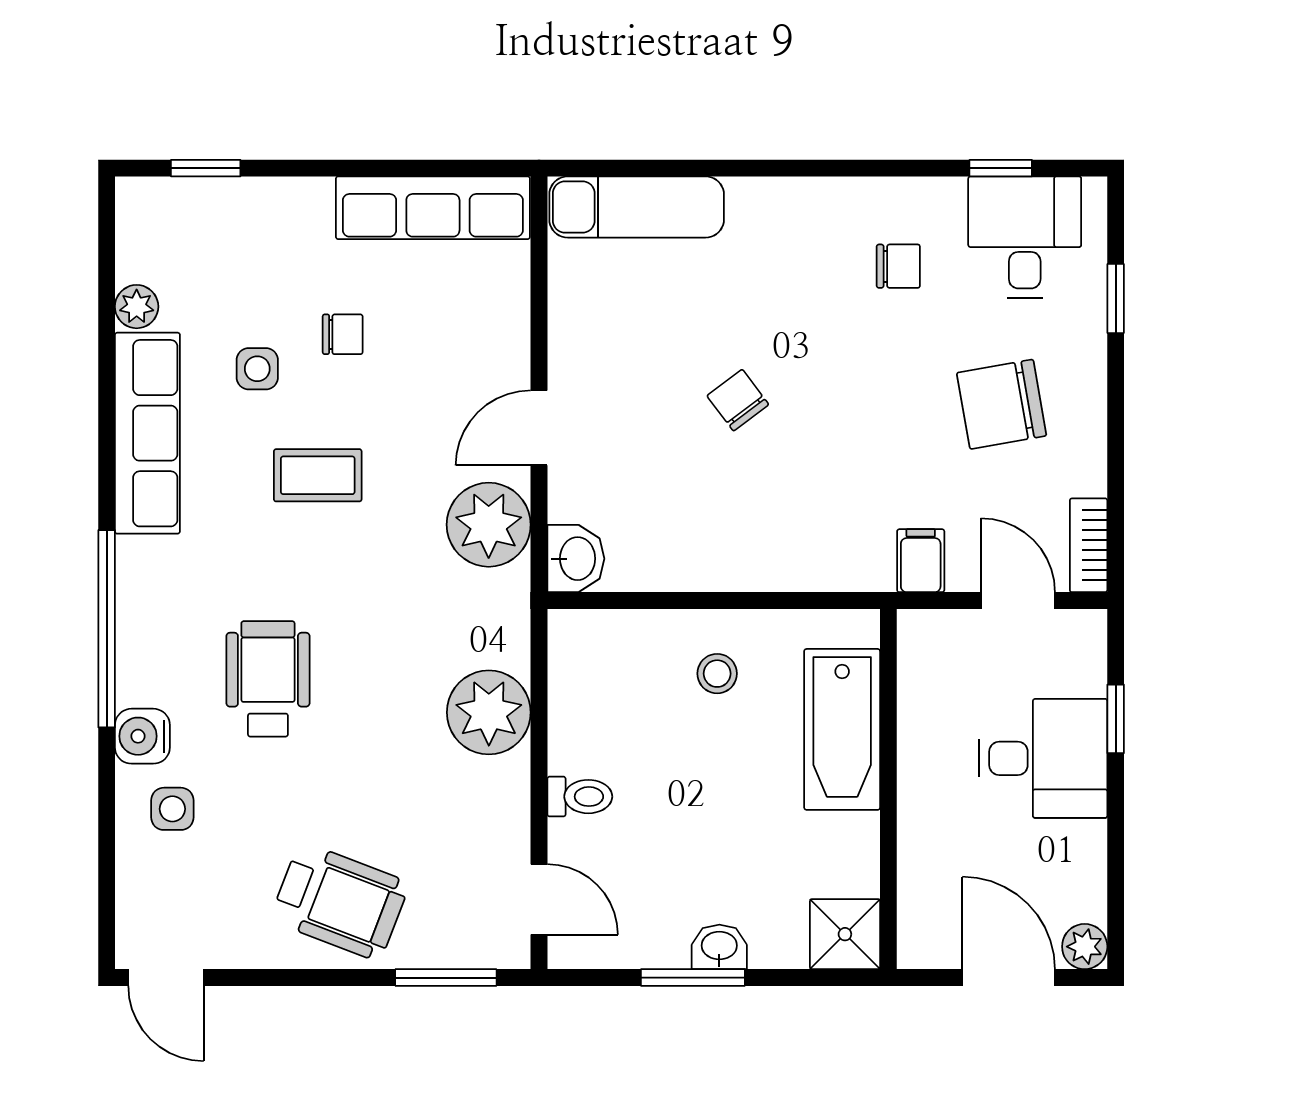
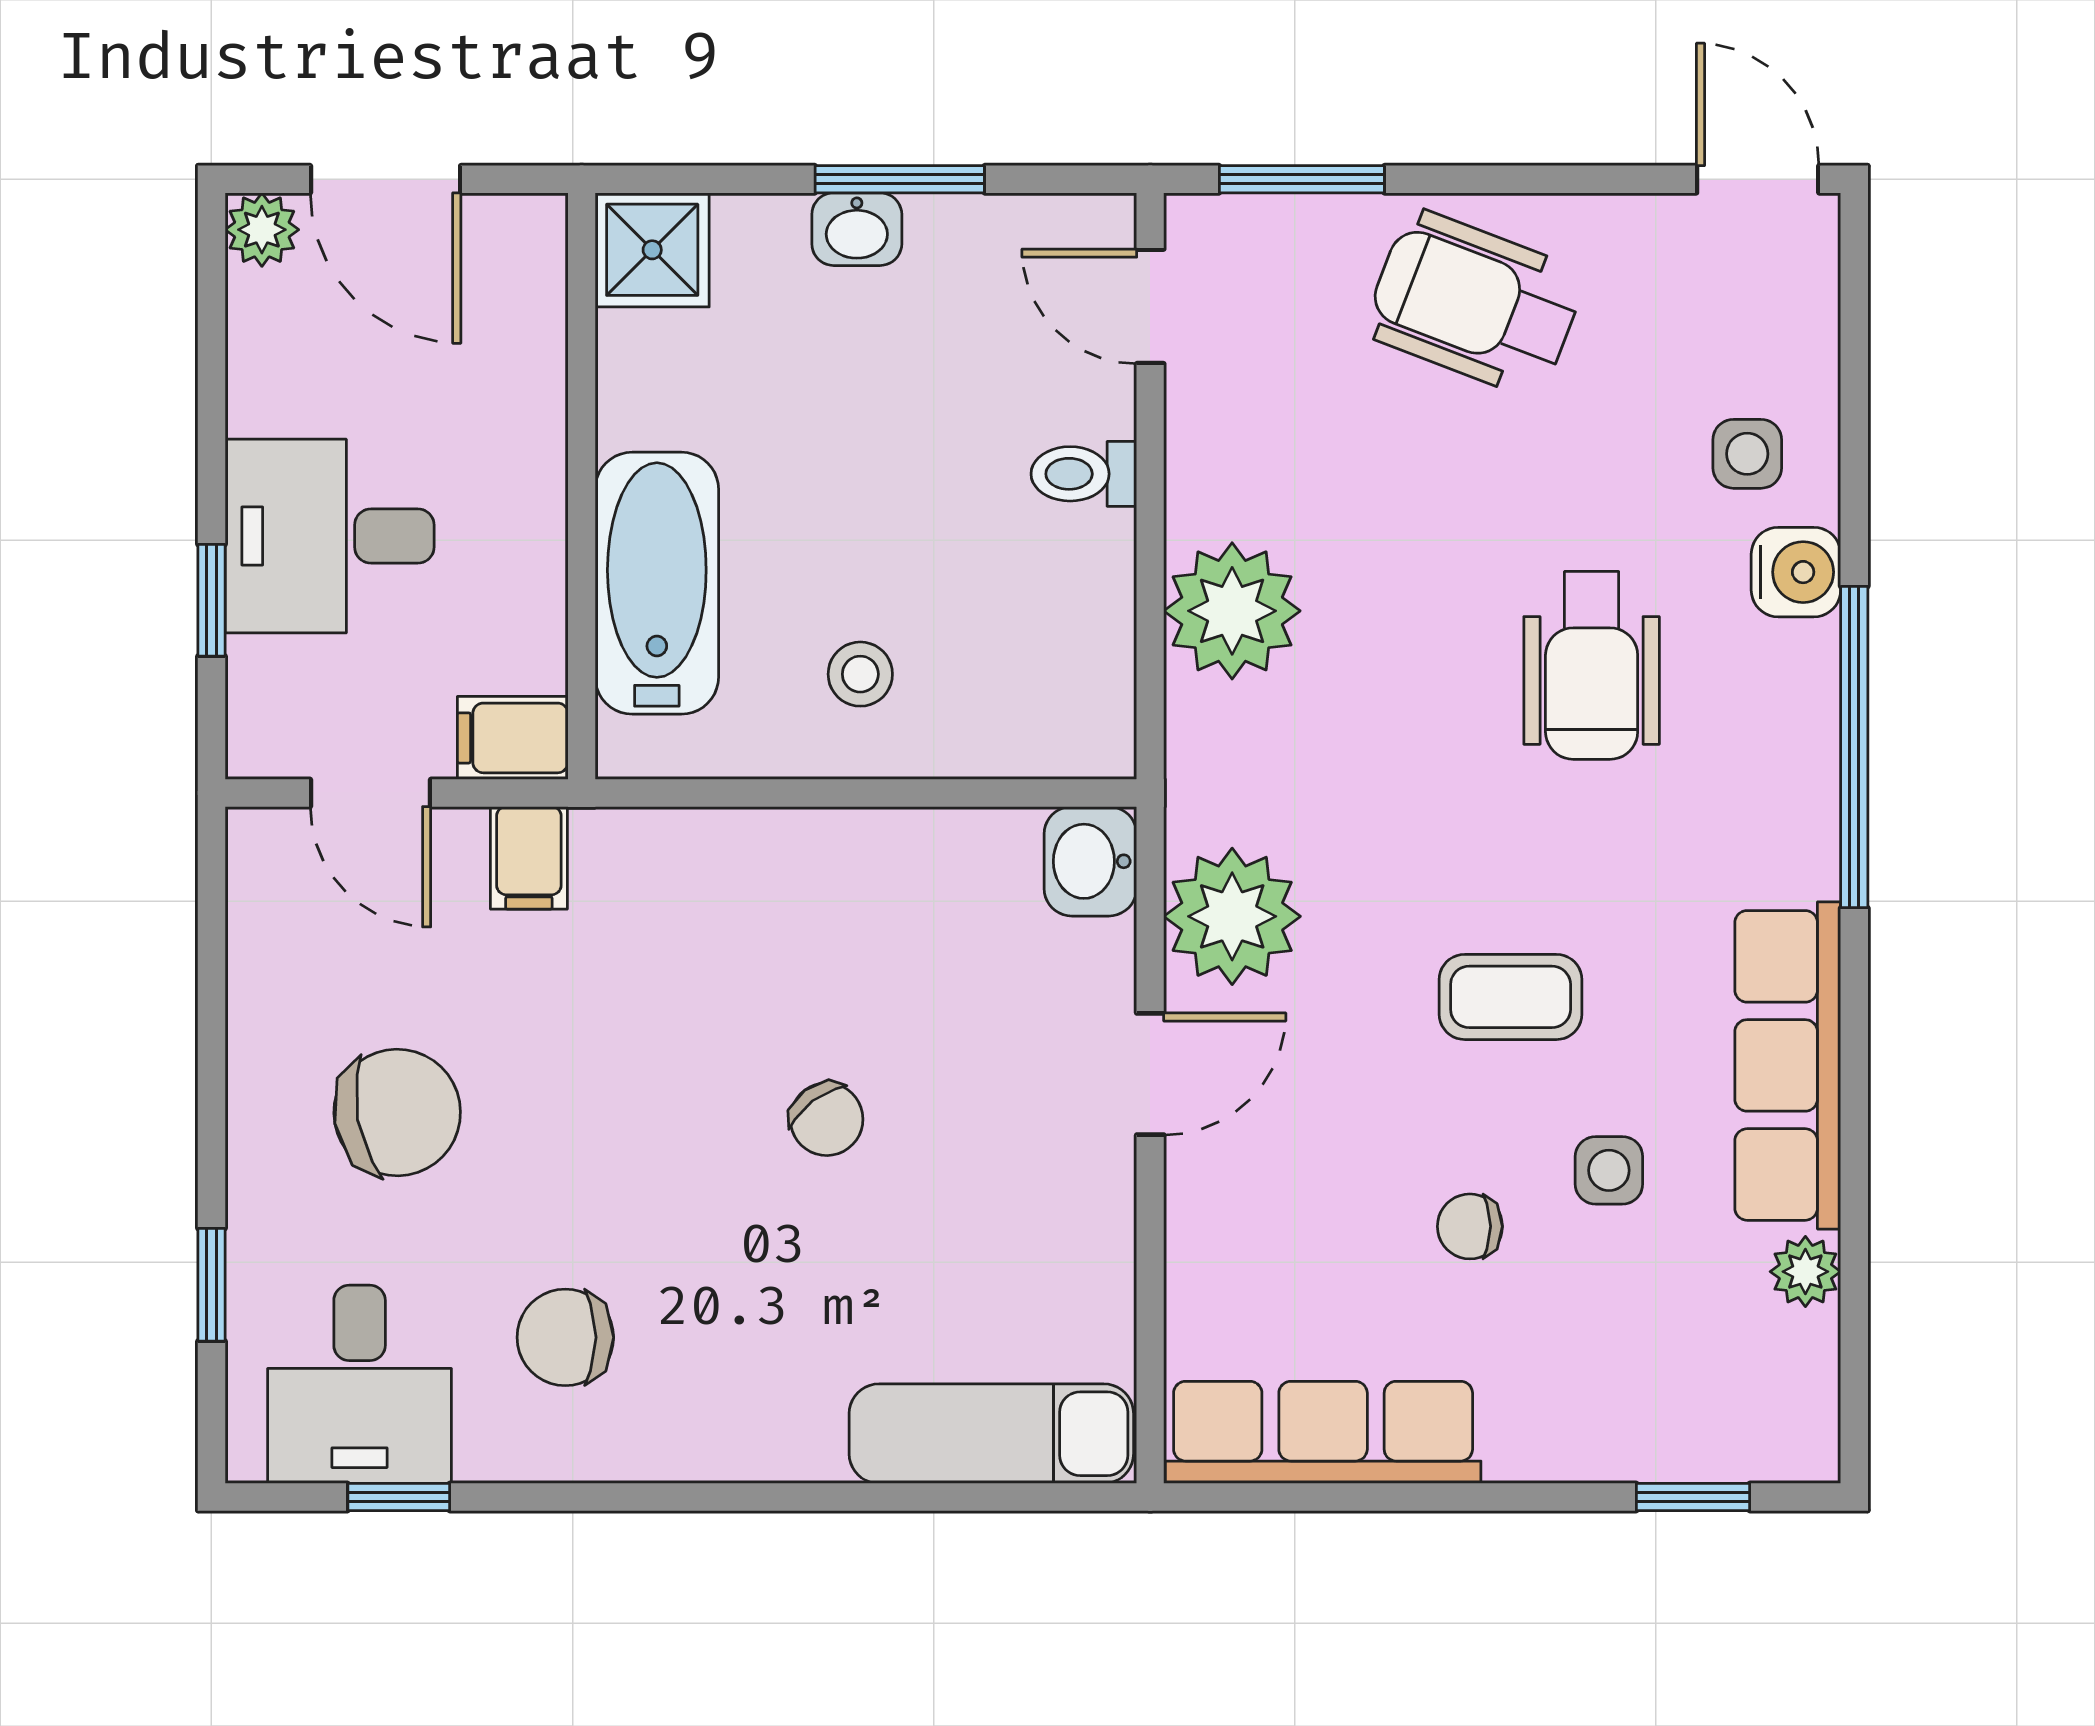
chair: (898, 266) -> (565, 1337), width x1.37, depth x1.37
bookcase: (1089, 545) -> (256, 883), removed
filing cabinet: (931, 634) -> (513, 738), added

